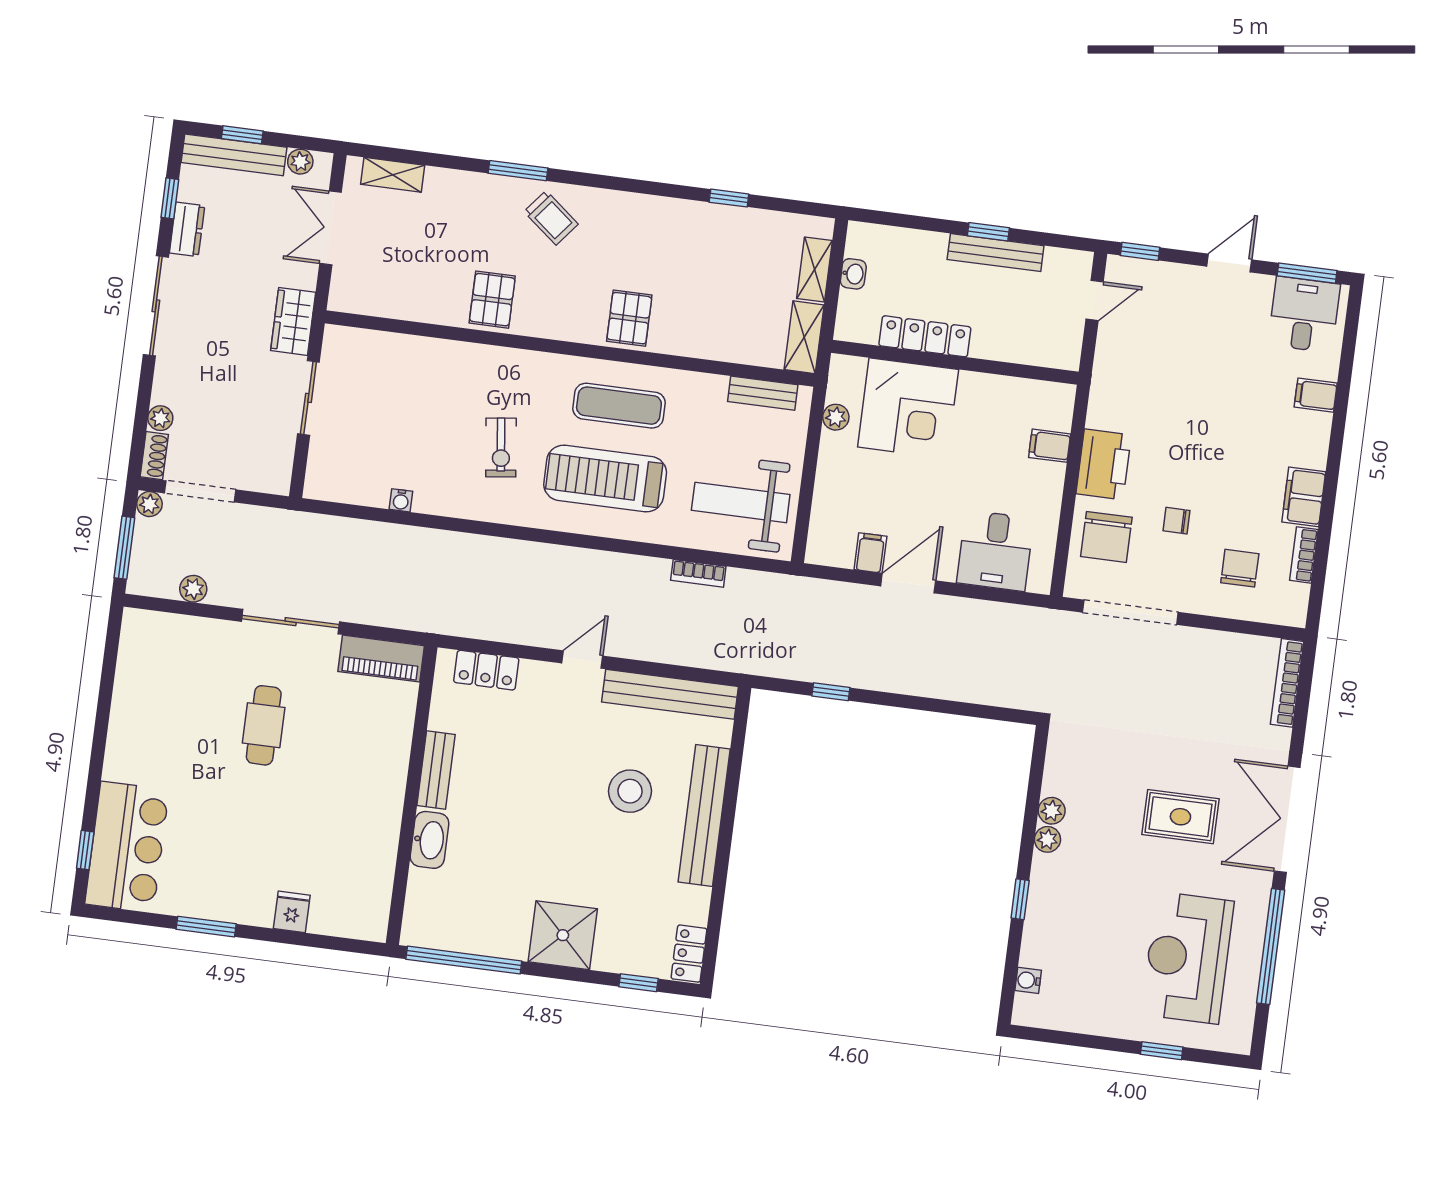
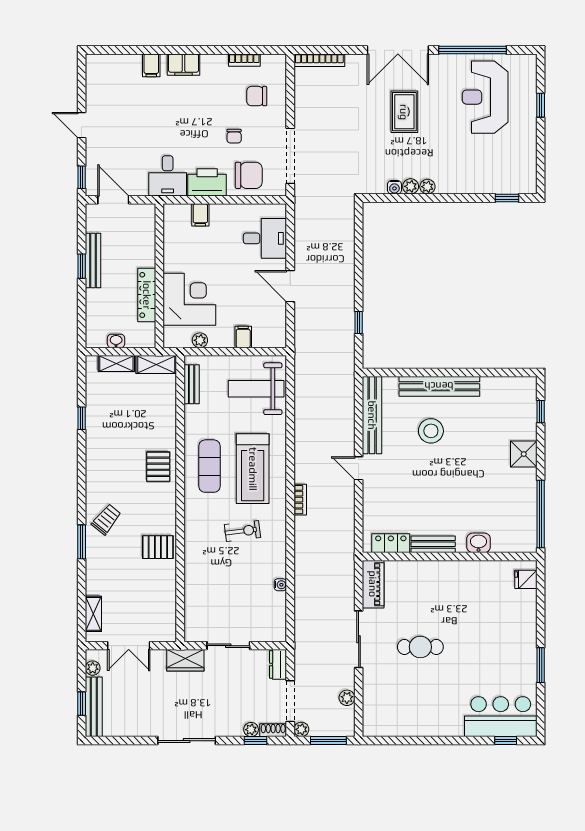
window: (170, 198) -> (256, 741), moved
dresser: (187, 229) -> (278, 664), moved, turned -90
window: (1307, 273) -> (82, 79), removed
door: (1095, 300) -> (113, 200), width x1.38
desk: (1304, 314) -> (168, 176), moved, turned -90
pallet: (629, 318) -> (158, 467), turned 90
filing cabinet: (1304, 497) -> (184, 65), moved
weight bench: (741, 502) -> (256, 389), turned 90
filing cabinet: (870, 553) -> (243, 337), moved, turned 90
bookcase: (698, 573) -> (300, 500), moved
locker: (486, 670) -> (391, 543), moved, turned -90
washbasin: (429, 840) -> (479, 543), width x0.72
window: (1020, 899) -> (507, 198), moved
fridge: (292, 912) -> (526, 579), moved
shower: (563, 935) -> (524, 454), width x0.73, depth x0.73
locker: (689, 954) -> (520, 385), removed
reception desk: (1188, 958) -> (485, 97), turned 90
water cooler: (1028, 980) -> (394, 187), moved

